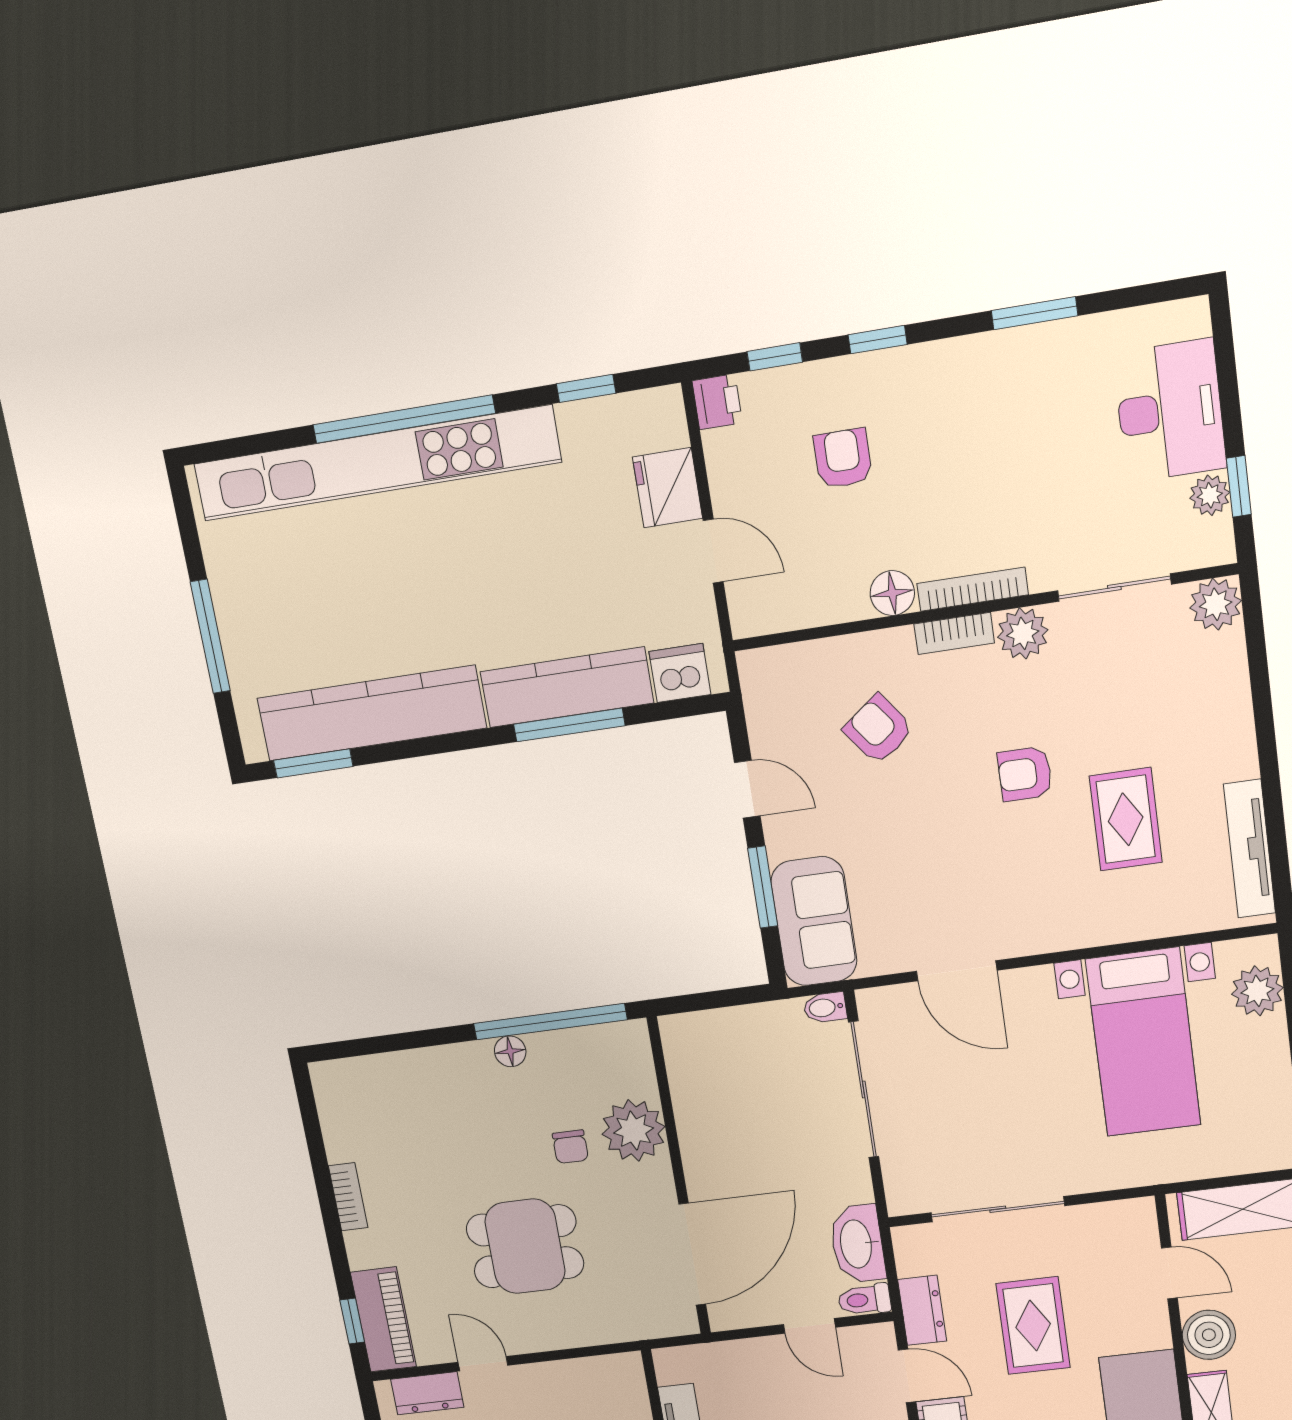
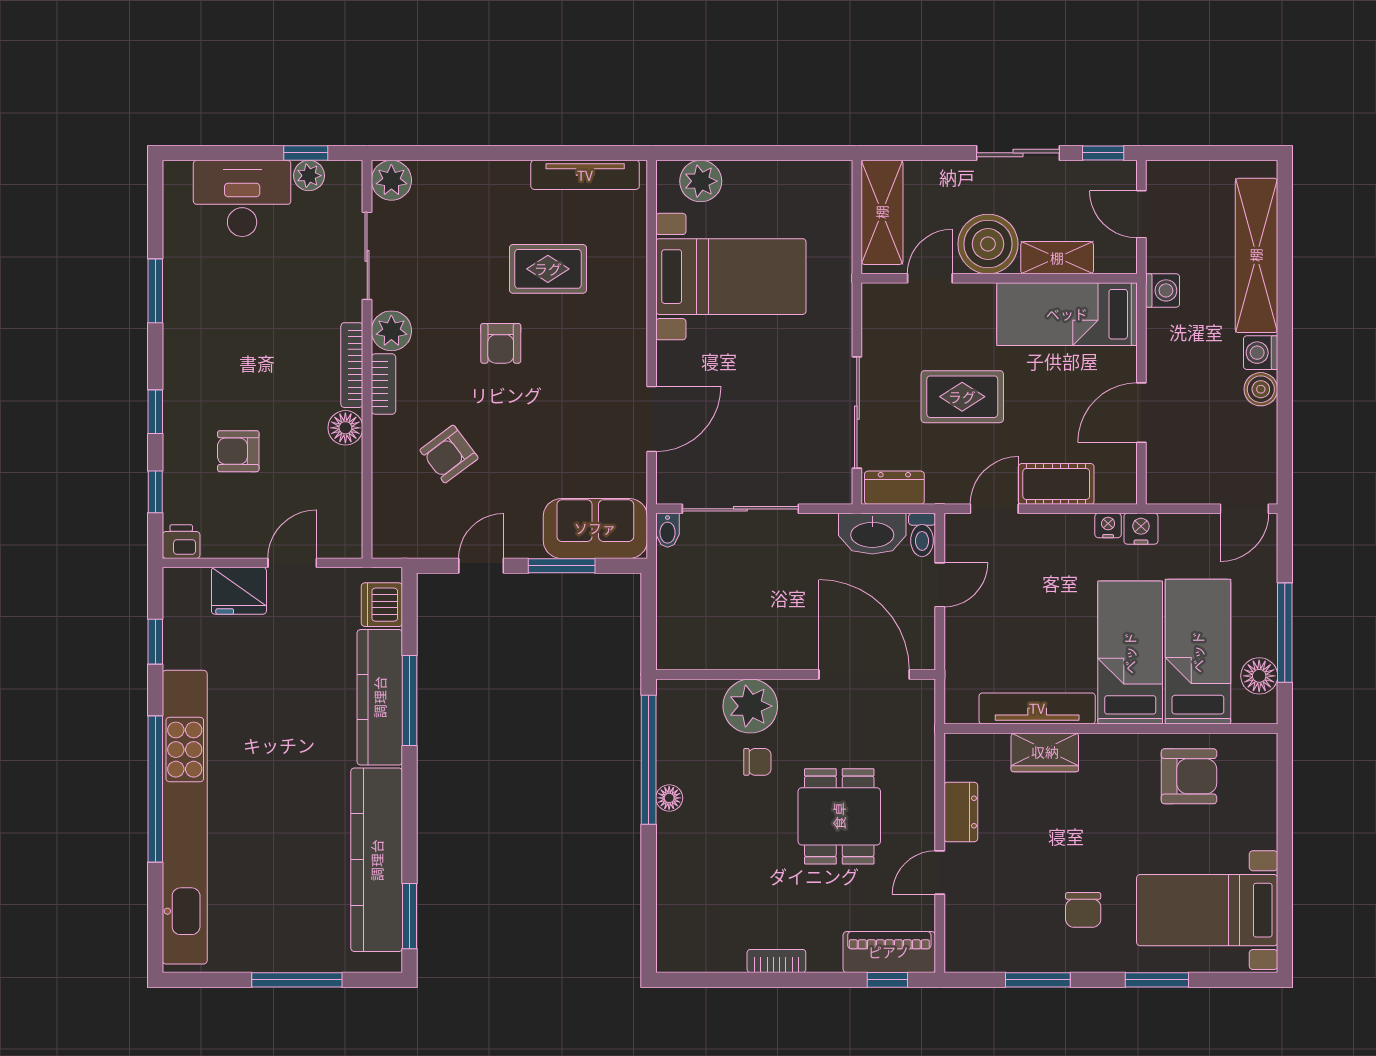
dresser: (922, 1310) -> (894, 488), moved
boiler: (1209, 1335) -> (988, 244), width x1.37, depth x1.37
dresser: (427, 1393) -> (961, 812), moved

